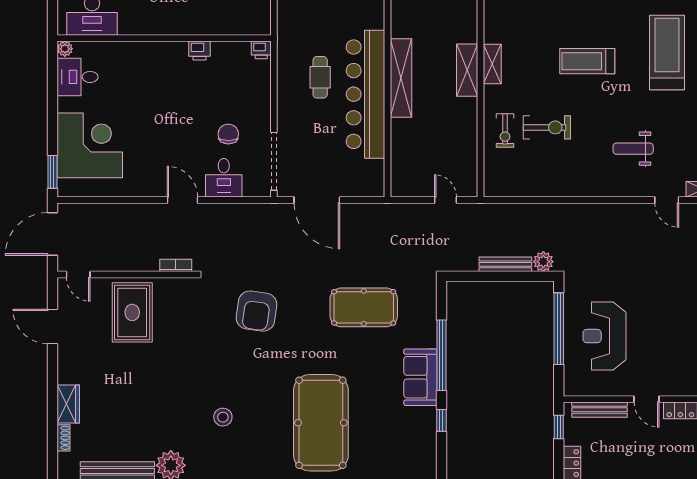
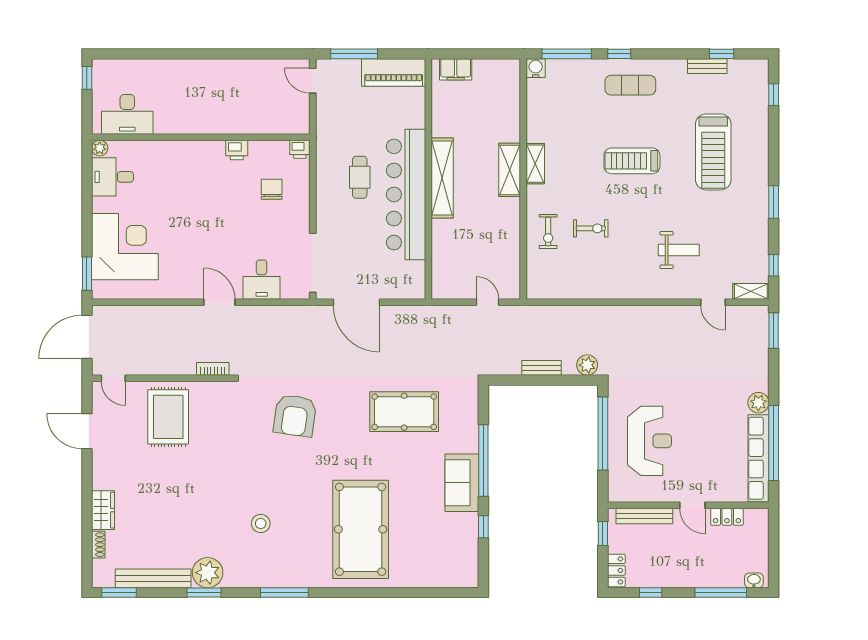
treadmill: (667, 52) -> (713, 152), turned 180
exercise bike: (547, 127) -> (591, 228), width x0.73, depth x0.72
chair: (228, 134) -> (272, 189), moved
weight bench: (633, 149) -> (679, 250), turned 180
bench: (505, 264) -> (541, 368), width x0.73
reception desk: (604, 336) -> (650, 441), turned 180

